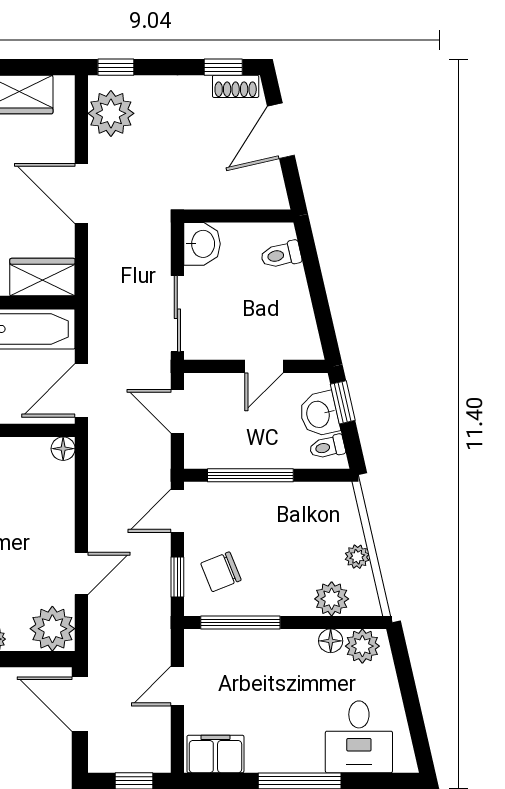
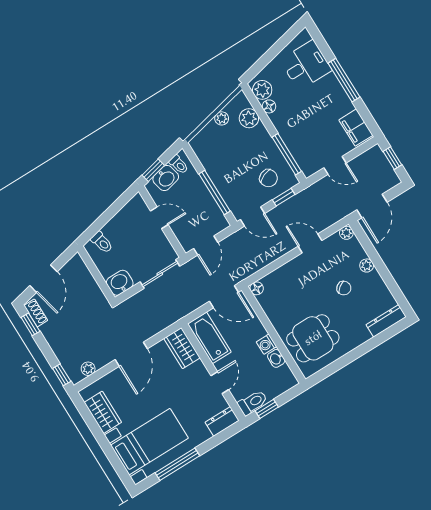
plant: (111, 113) -> (88, 369), width x0.53, depth x0.53
door: (281, 131) -> (44, 279), hinge flipped
plant: (52, 629) -> (346, 233), width x0.53, depth x0.53

